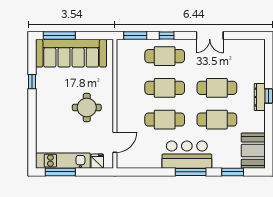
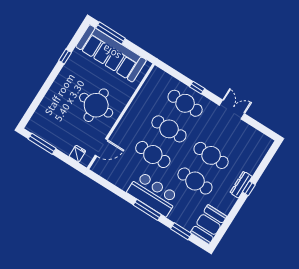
window: (135, 35) -> (172, 72), removed
double door: (210, 35) -> (232, 109), swing flipped
round table: (87, 108) -> (96, 105), width x1.36, depth x1.36
kitchen unit: (63, 161) -> (50, 136), removed

